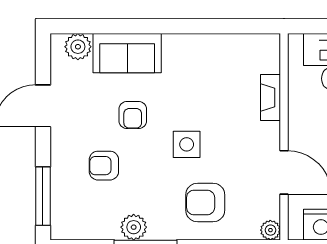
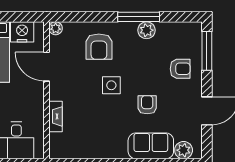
armchair: (104, 166) -> (180, 69), moved
armchair: (205, 202) -> (99, 47), turned 90

